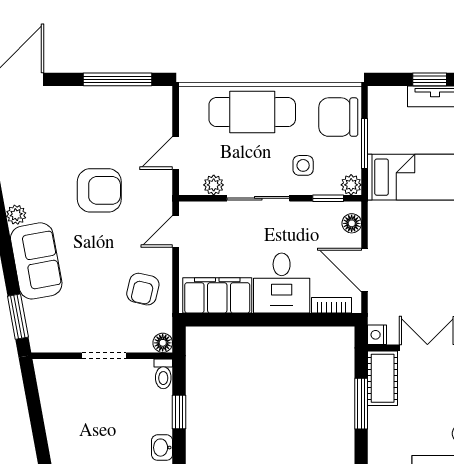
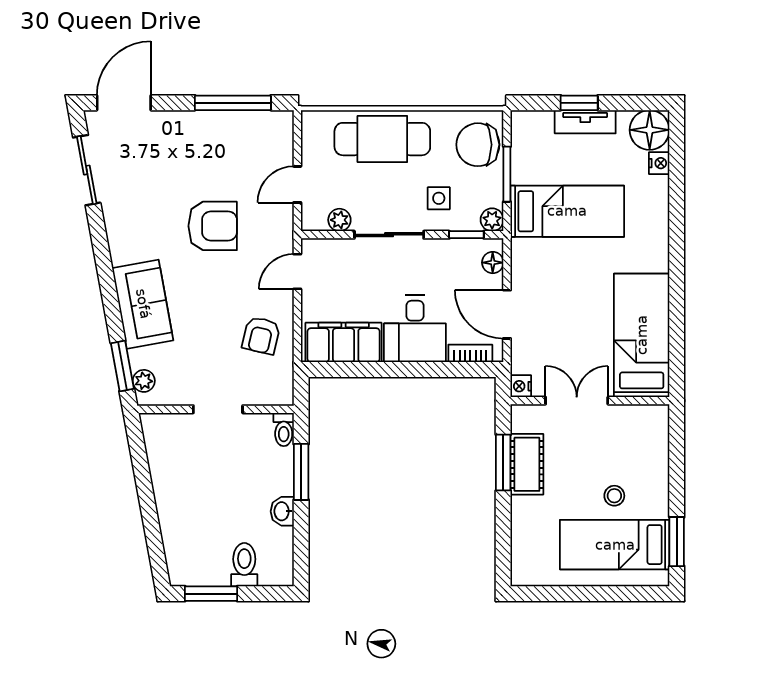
plant: (16, 215) -> (144, 381), moved
floor lamp: (163, 343) -> (283, 395), removed
cot: (383, 378) -> (527, 464), moved
window: (179, 412) -> (301, 472), width x1.50

